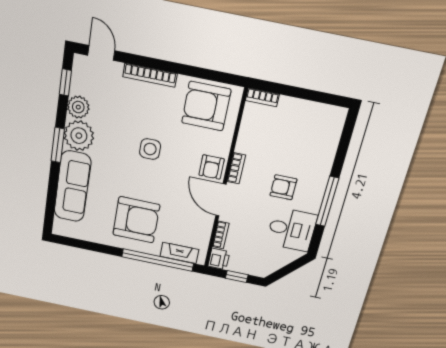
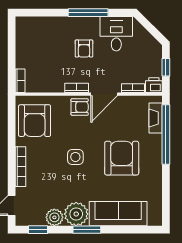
armchair: (136, 220) -> (122, 158), moved

